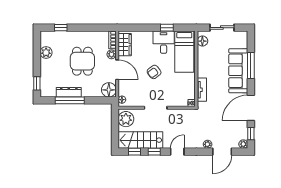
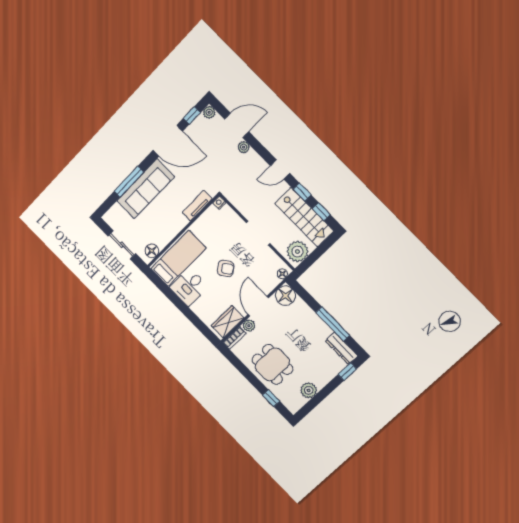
window: (167, 28) -> (173, 297), removed
dining table: (82, 61) -> (272, 364), moved, turned 90
dresser: (69, 92) -> (341, 348), moved

